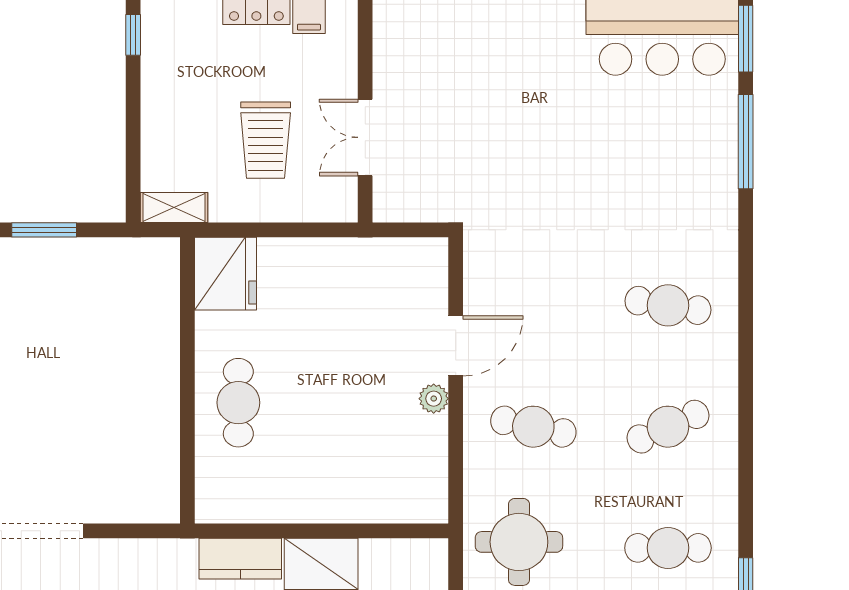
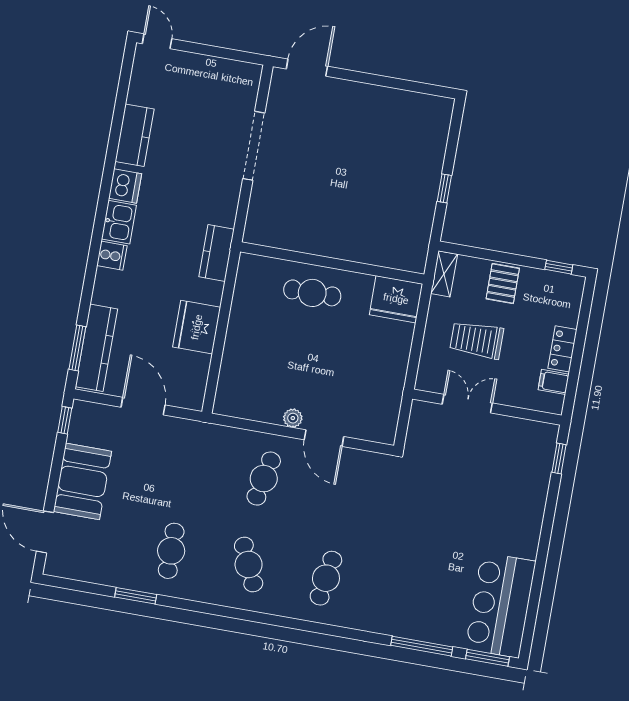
pallet: (173, 116) -> (503, 284), added
window: (44, 230) -> (444, 188), width x0.67
round table: (519, 542) -> (192, 456), removed
kitchen counter: (240, 559) -> (217, 253), moved

